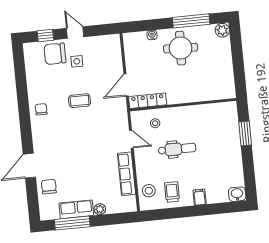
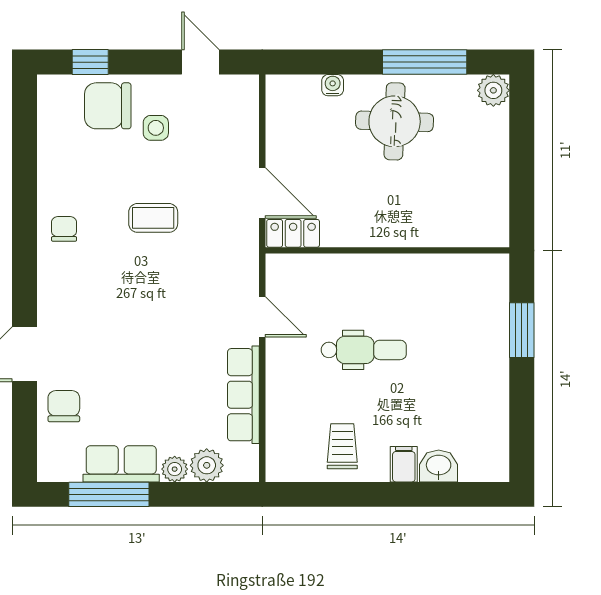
door: (75, 32) -> (200, 62), moved
door: (126, 85) -> (262, 193), swing flipped
locker: (148, 101) -> (293, 233), width x0.66
stool: (155, 123) -> (320, 286), removed
stool: (149, 191) -> (290, 438), removed
washbasin: (237, 194) -> (439, 466), moved
plant: (114, 206) -> (207, 465), added

